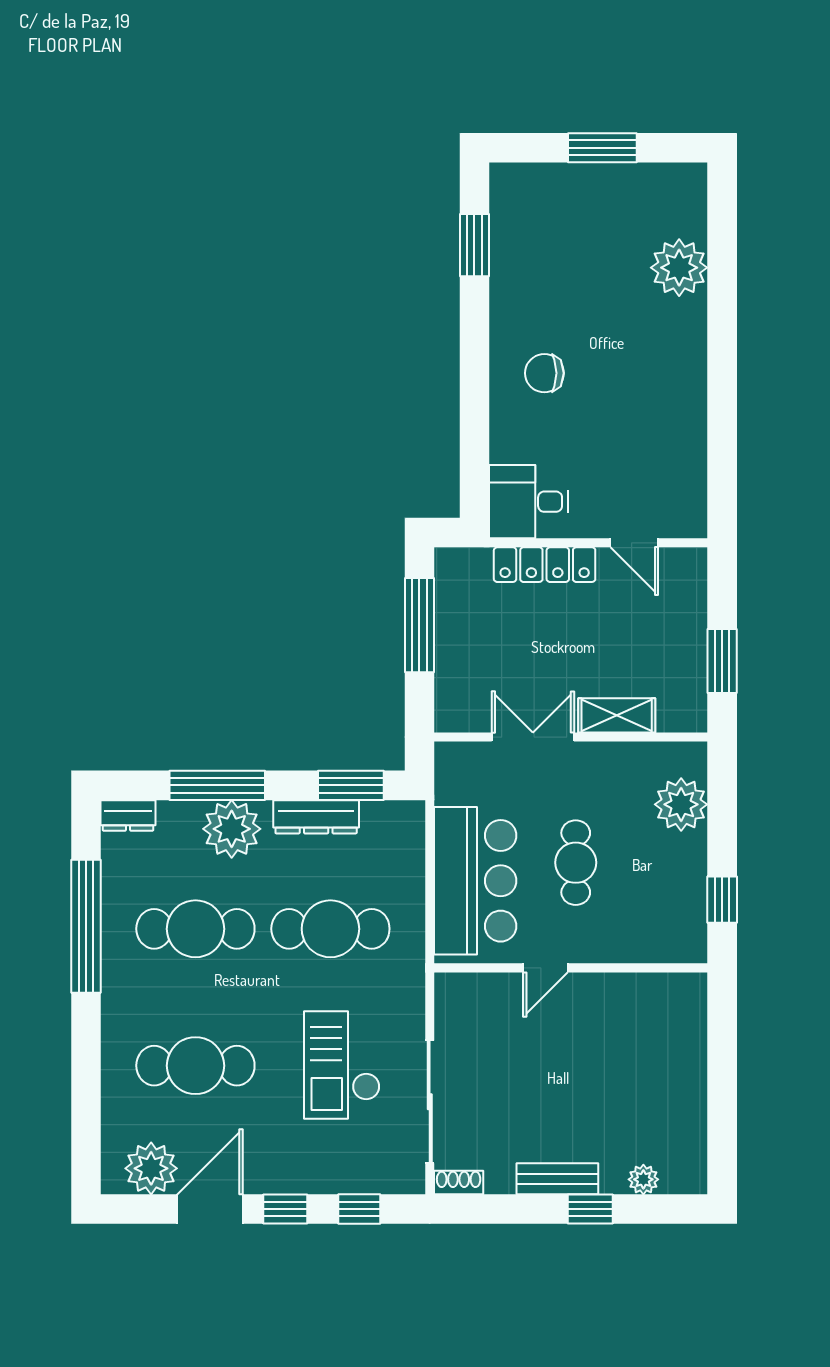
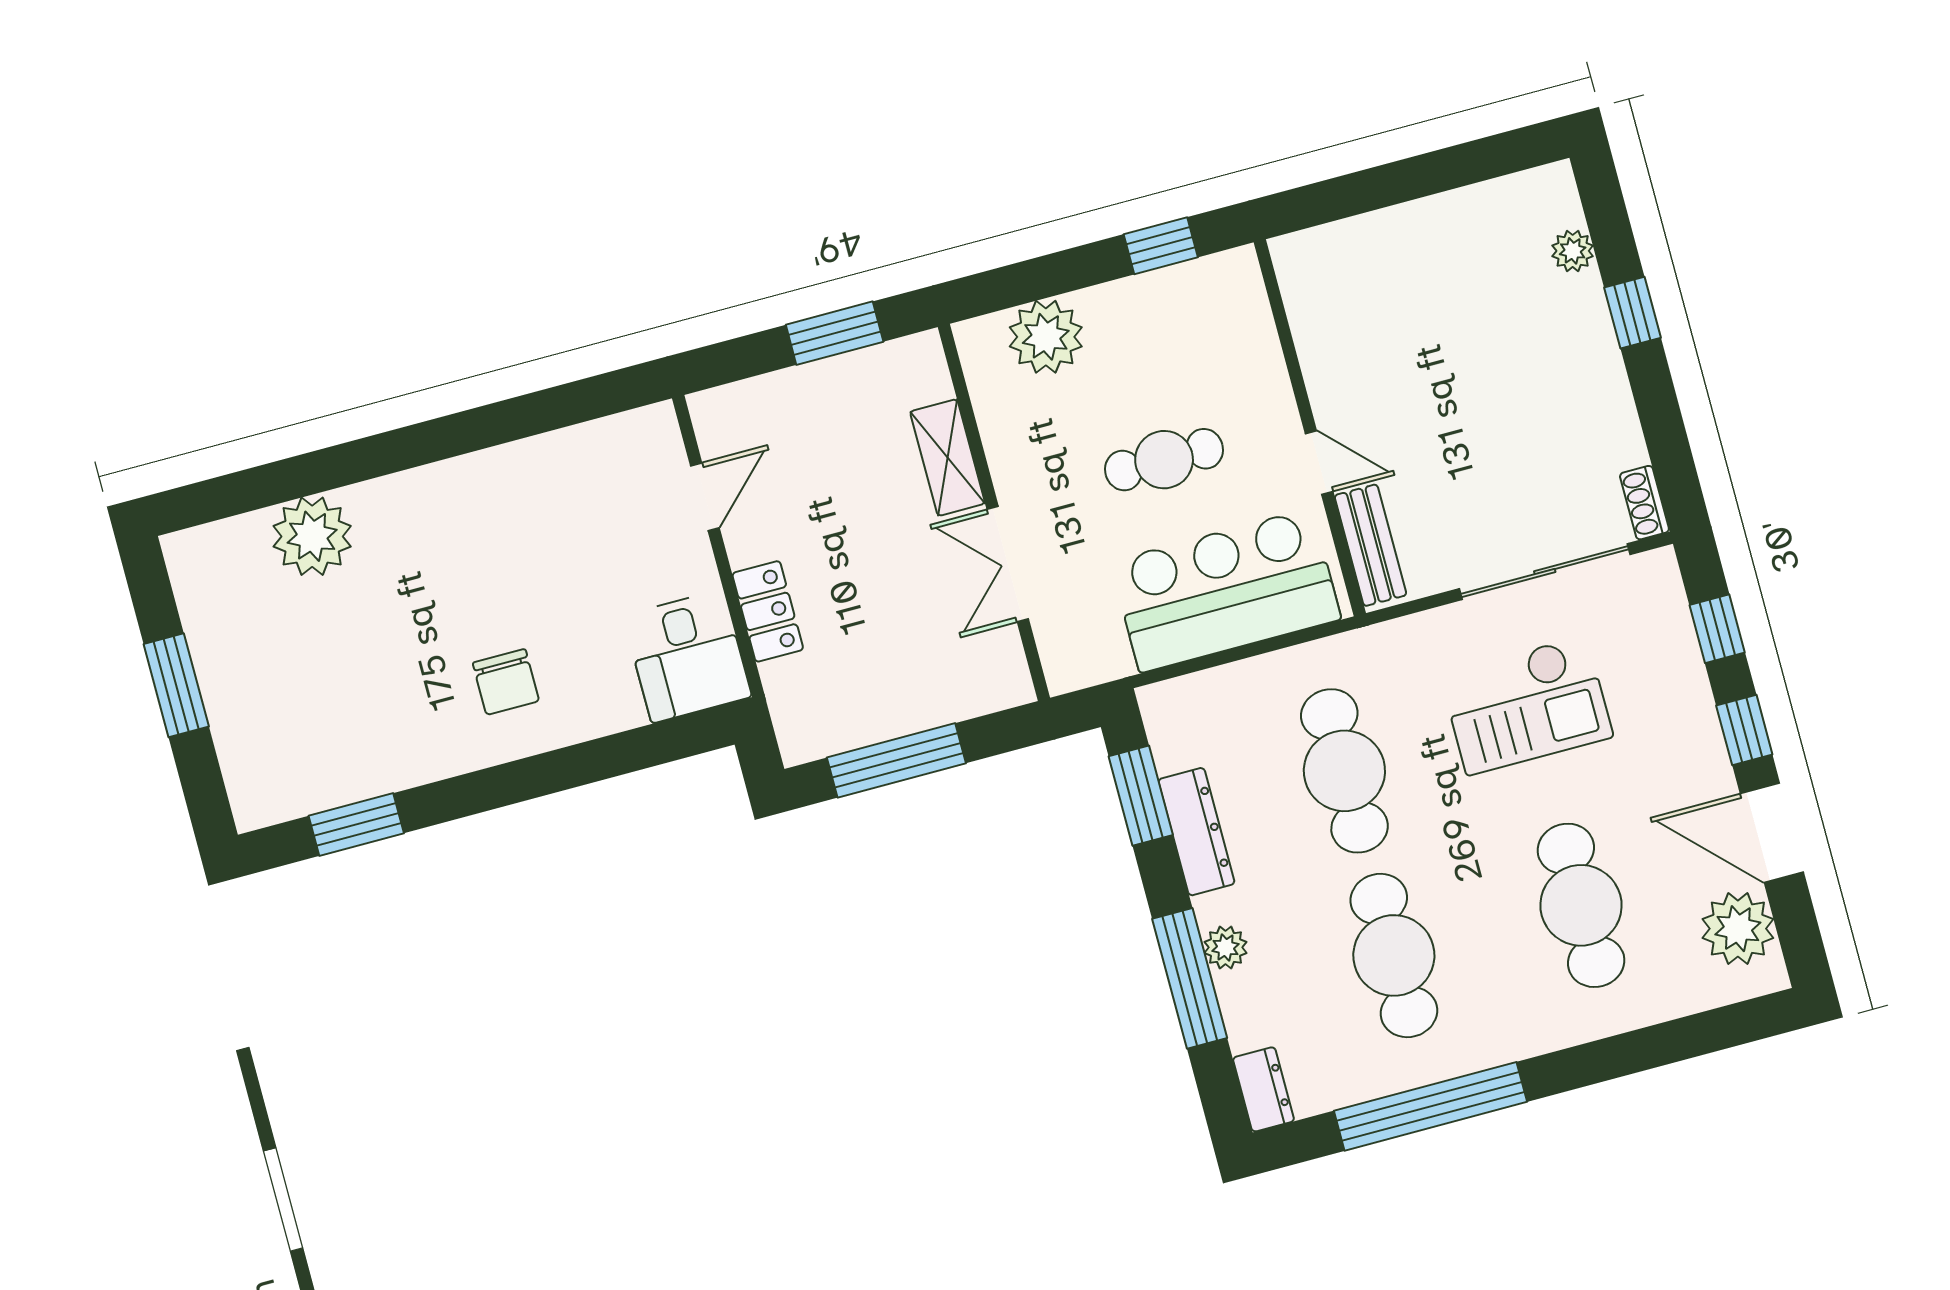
locker: (545, 565) -> (768, 611), width x0.66
plant: (232, 829) -> (1225, 947), width x0.53, depth x0.53
bench: (557, 1179) -> (1370, 545), moved

